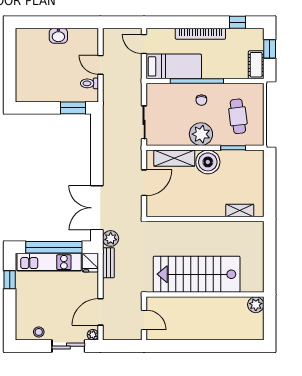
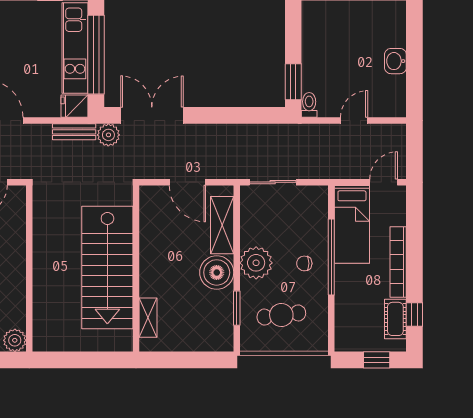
cot: (256, 65) -> (395, 319), moved, turned 90
toilet: (89, 83) -> (309, 105), moved
stairs: (197, 274) -> (107, 268), moved, turned 180

